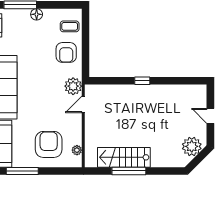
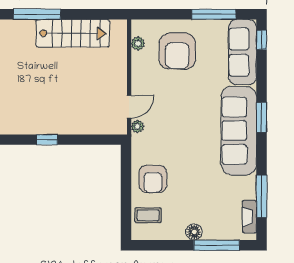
armchair: (66, 52) -> (153, 179), turned 180
plant: (73, 86) -> (138, 127), width x0.53, depth x0.53
window: (129, 171) -> (37, 14), moved

